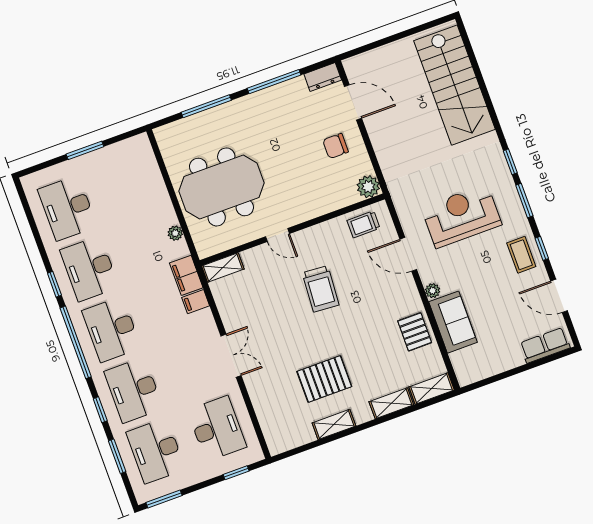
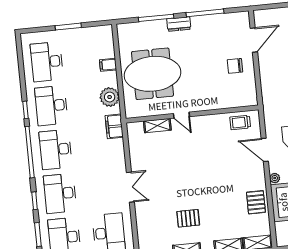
dresser: (323, 77) -> (179, 24), moved
door: (353, 102) -> (254, 40), hinge flipped
plant: (368, 187) -> (250, 98), removed
plant: (175, 233) -> (110, 97), width x1.87, depth x1.87
shelving: (223, 267) -> (157, 126), moved
trolley: (321, 289) -> (201, 158), removed
filing cabinet: (196, 302) -> (108, 65), moved
pallet: (324, 379) -> (188, 218), width x0.67, depth x0.71

